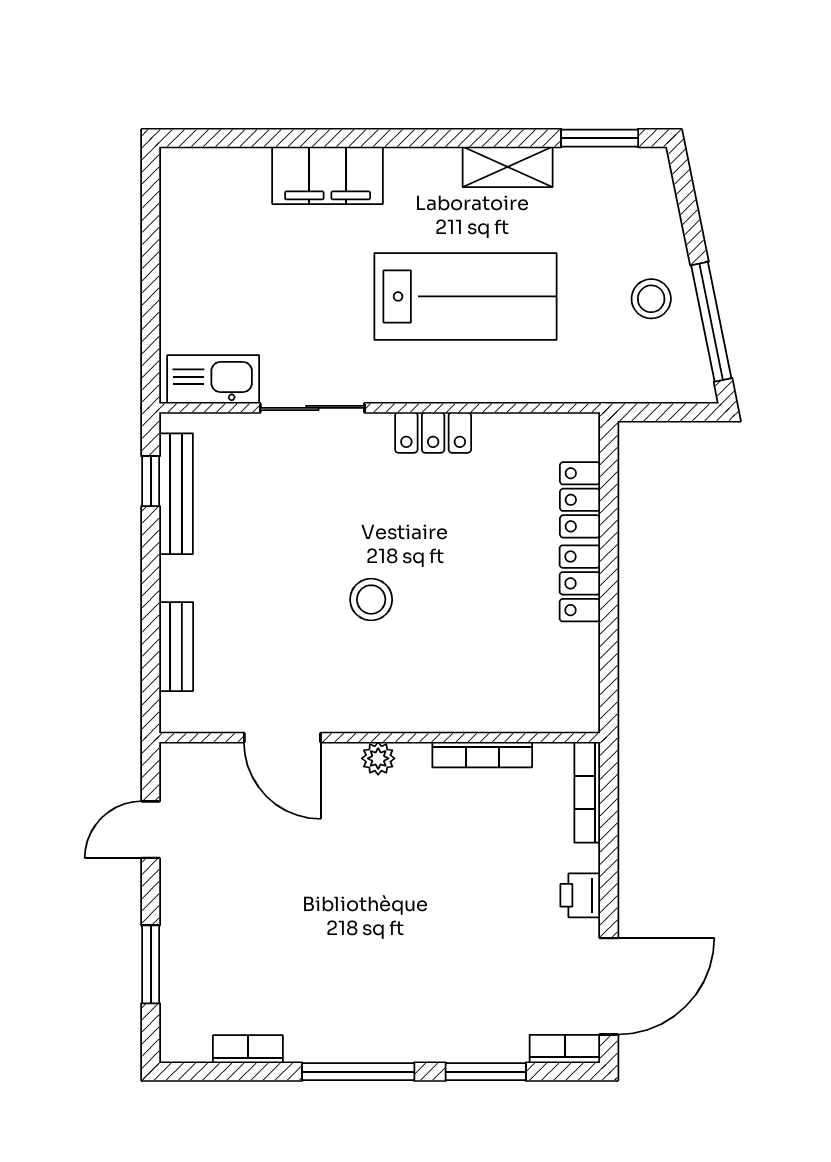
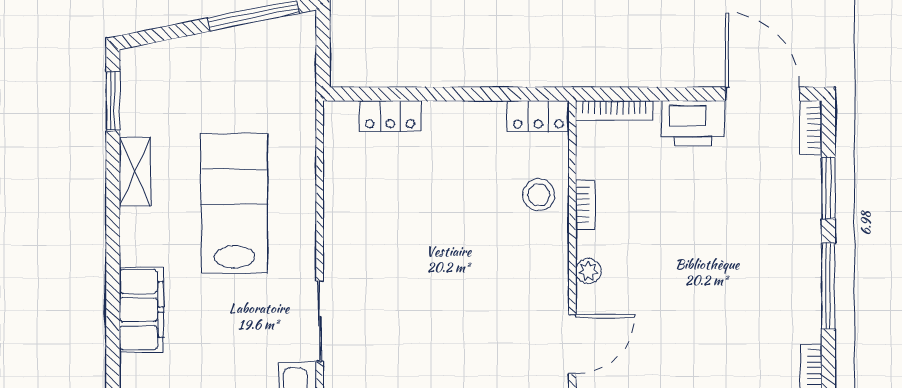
stool: (651, 299) -> (236, 62), removed
locker: (433, 432) -> (338, 229), removed
locker: (580, 583) -> (538, 116), moved
stool: (371, 600) -> (539, 195), moved
bookcase: (482, 755) -> (585, 205), width x0.64
printer: (580, 895) -> (693, 123), width x1.87, depth x1.48

